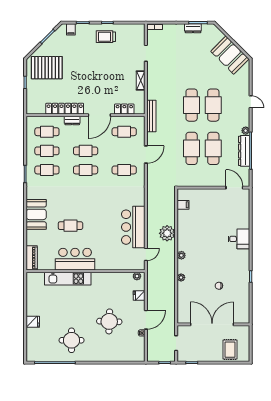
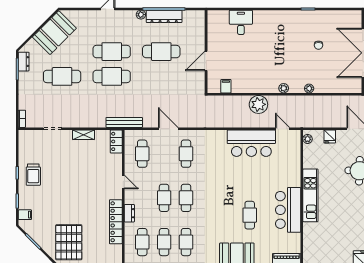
dresser: (193, 28) -> (24, 62), moved
locker: (124, 109) -> (116, 141), moved
door: (99, 115) -> (123, 182), width x0.53
cafe table: (192, 148) -> (62, 76), moved
door: (234, 188) -> (206, 61), moved
desk: (239, 239) -> (241, 22), moved
kitchen unit: (68, 279) -> (310, 195), moved

